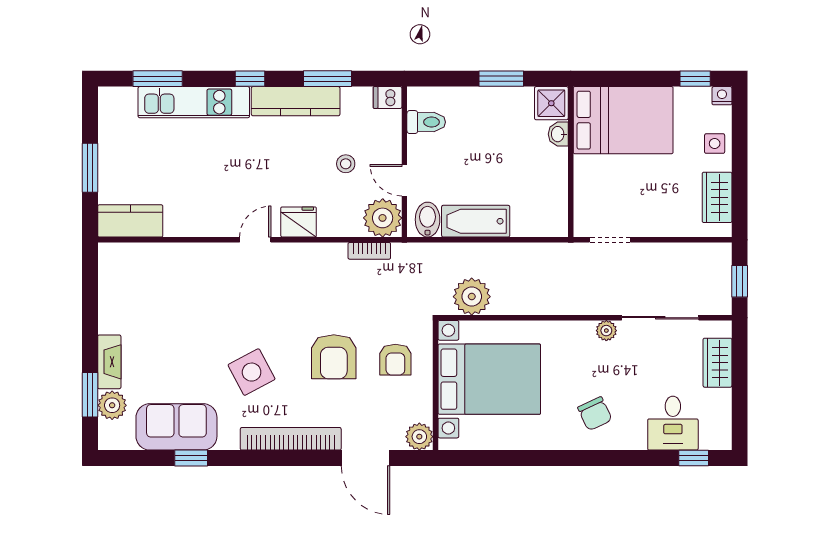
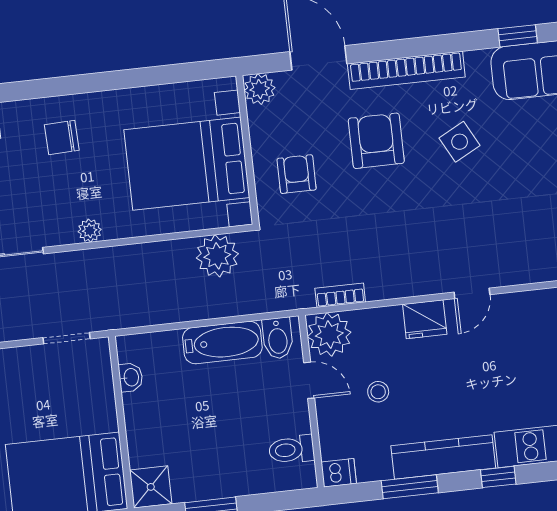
washbasin: (558, 134) -> (131, 377), moved
plant: (606, 331) -> (90, 231), moved
armchair: (334, 357) -> (376, 141), moved
side table: (252, 372) -> (460, 142), width x0.73, depth x0.73
chair: (595, 414) -> (62, 137), turned -67

